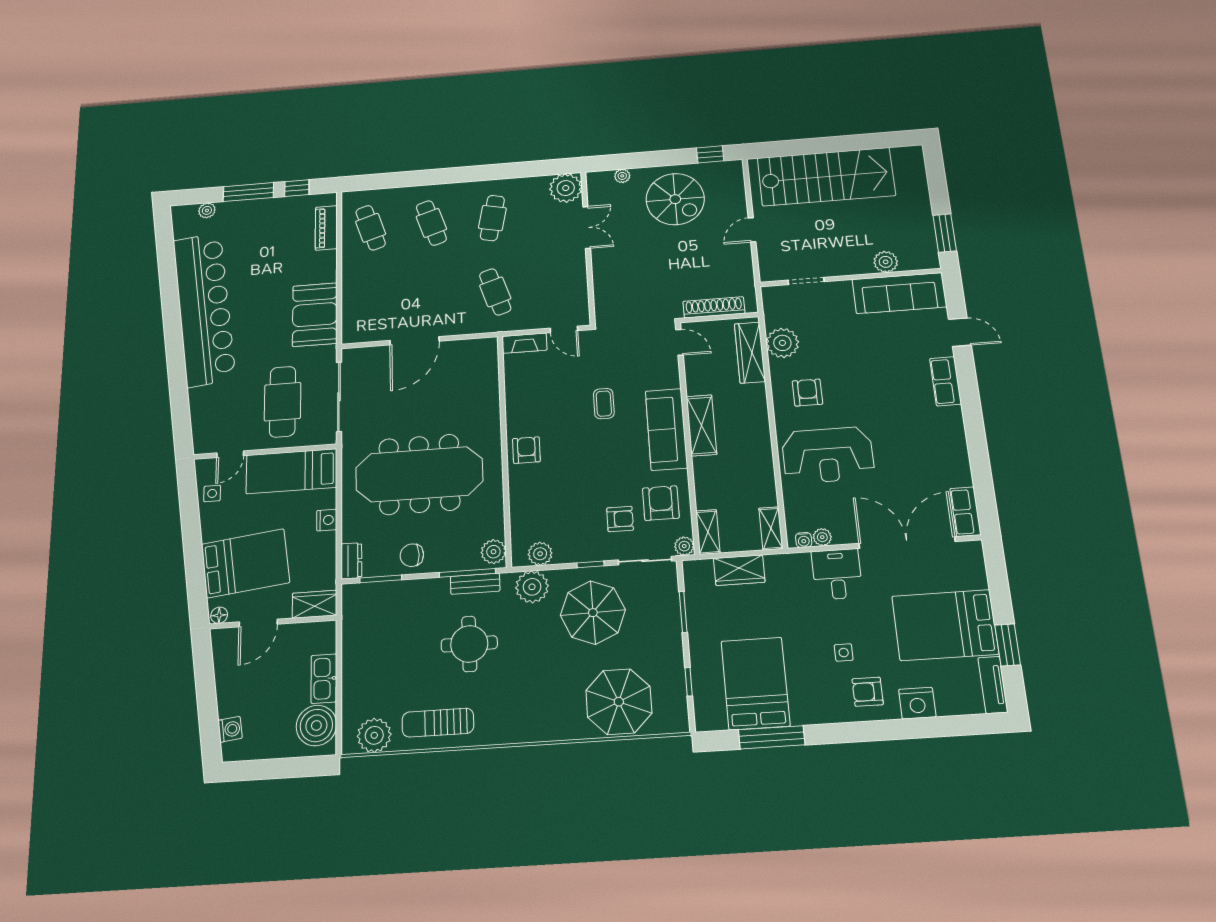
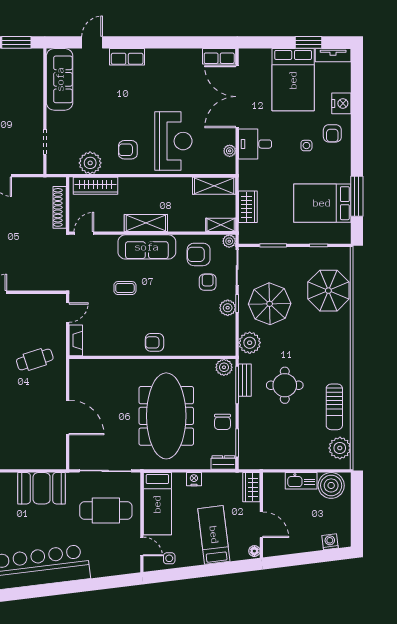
plant: (886, 262) -> (35, 86), removed
shelving: (771, 528) -> (214, 186), width x1.50, depth x1.33
water cooler: (804, 540) -> (231, 163), removed
plant: (540, 554) -> (228, 308), moved
bed: (245, 563) -> (214, 535), width x0.67

